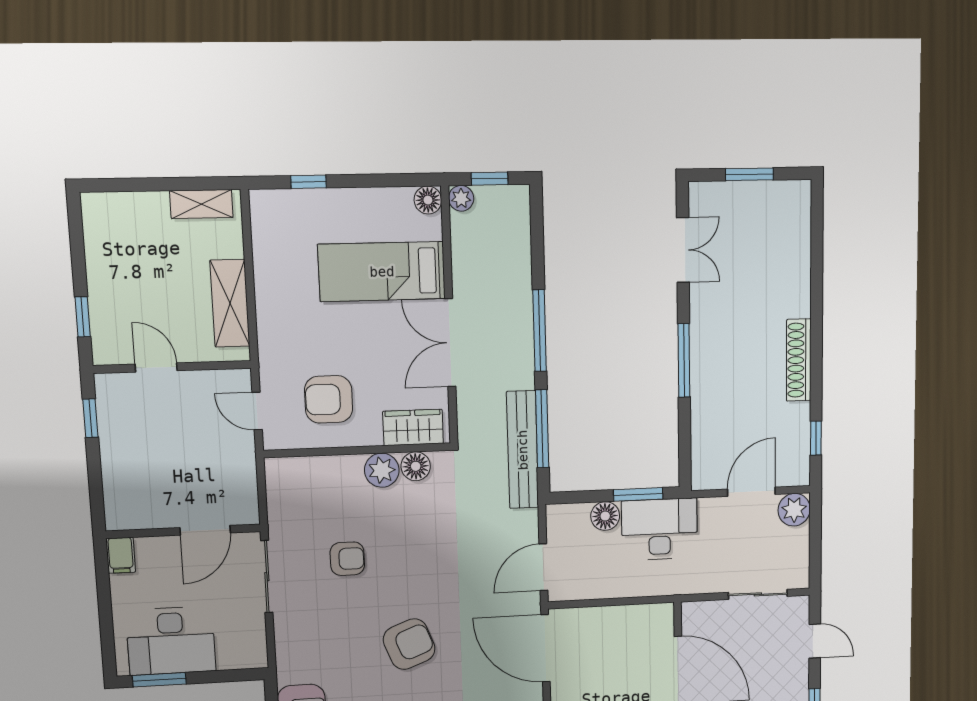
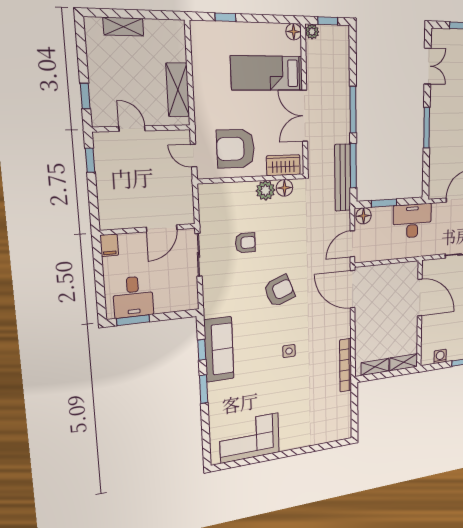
shelving: (201, 204) -> (123, 27), moved
armchair: (329, 399) -> (236, 149), width x1.36, depth x1.36
window: (638, 494) -> (384, 203), moved
floor lamp: (605, 516) -> (364, 216), moved
desk: (171, 641) -> (133, 297), width x0.73

